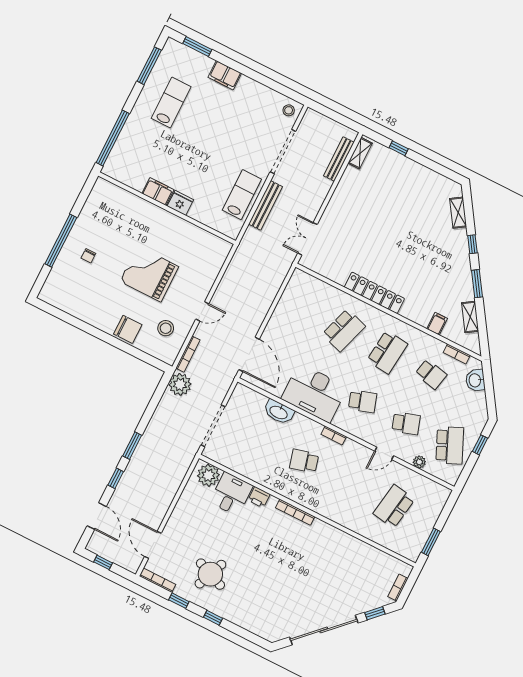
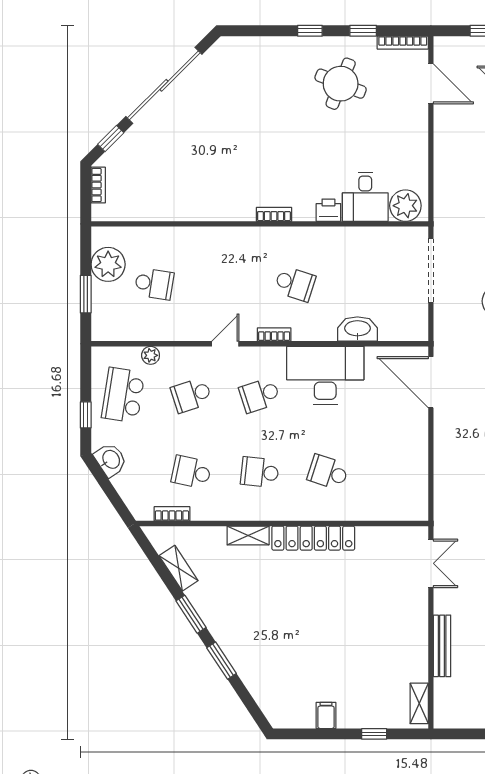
bench: (339, 159) -> (442, 646), moved
shelving: (458, 213) -> (248, 536), moved, turned -57
window: (472, 244) -> (222, 661), width x1.50
filing cabinet: (437, 324) -> (326, 715), moved, turned 180
school desk: (344, 330) -> (328, 472), width x0.54
school desk: (387, 352) -> (260, 472), width x0.54
washbasin: (475, 380) -> (111, 460), moved
school desk: (450, 445) -> (123, 395), turned 33
door: (384, 453) -> (225, 344), moved
school desk: (304, 461) -> (295, 284), turned 33
school desk: (394, 506) -> (154, 284), width x0.54
bookcase: (295, 512) -> (274, 214), width x0.64
plant: (417, 534) -> (108, 264), added
window: (431, 542) -> (86, 294), moved

